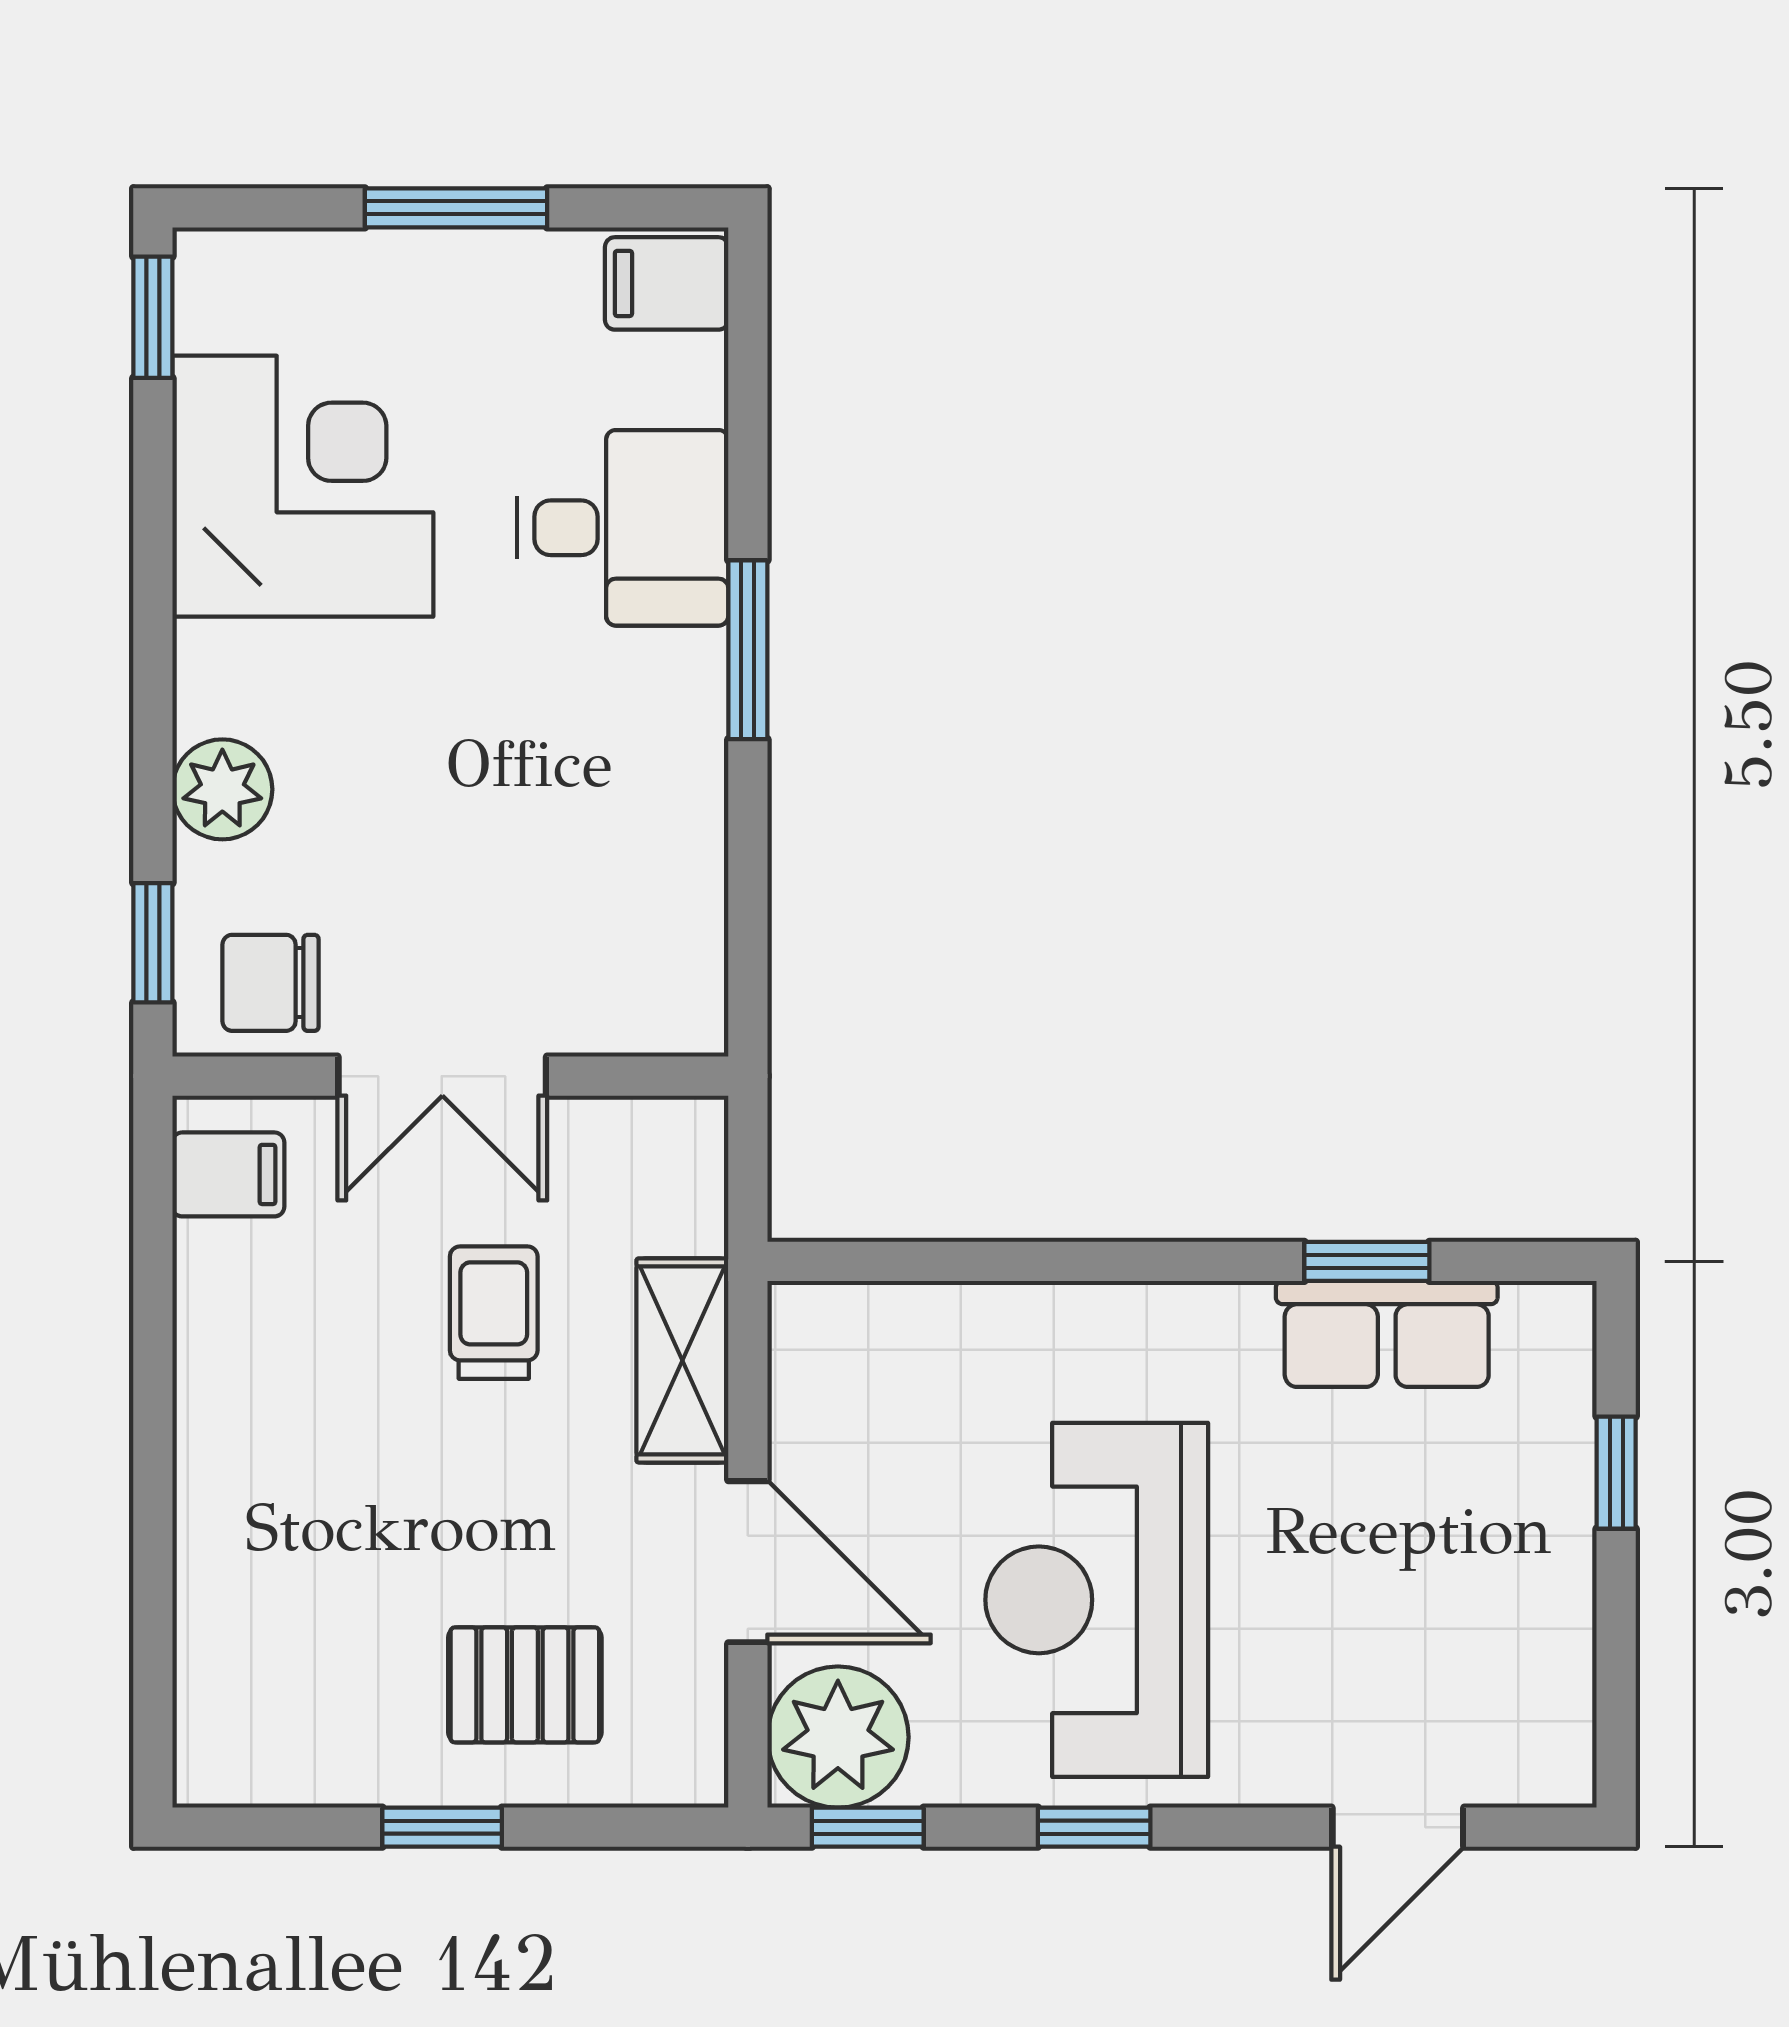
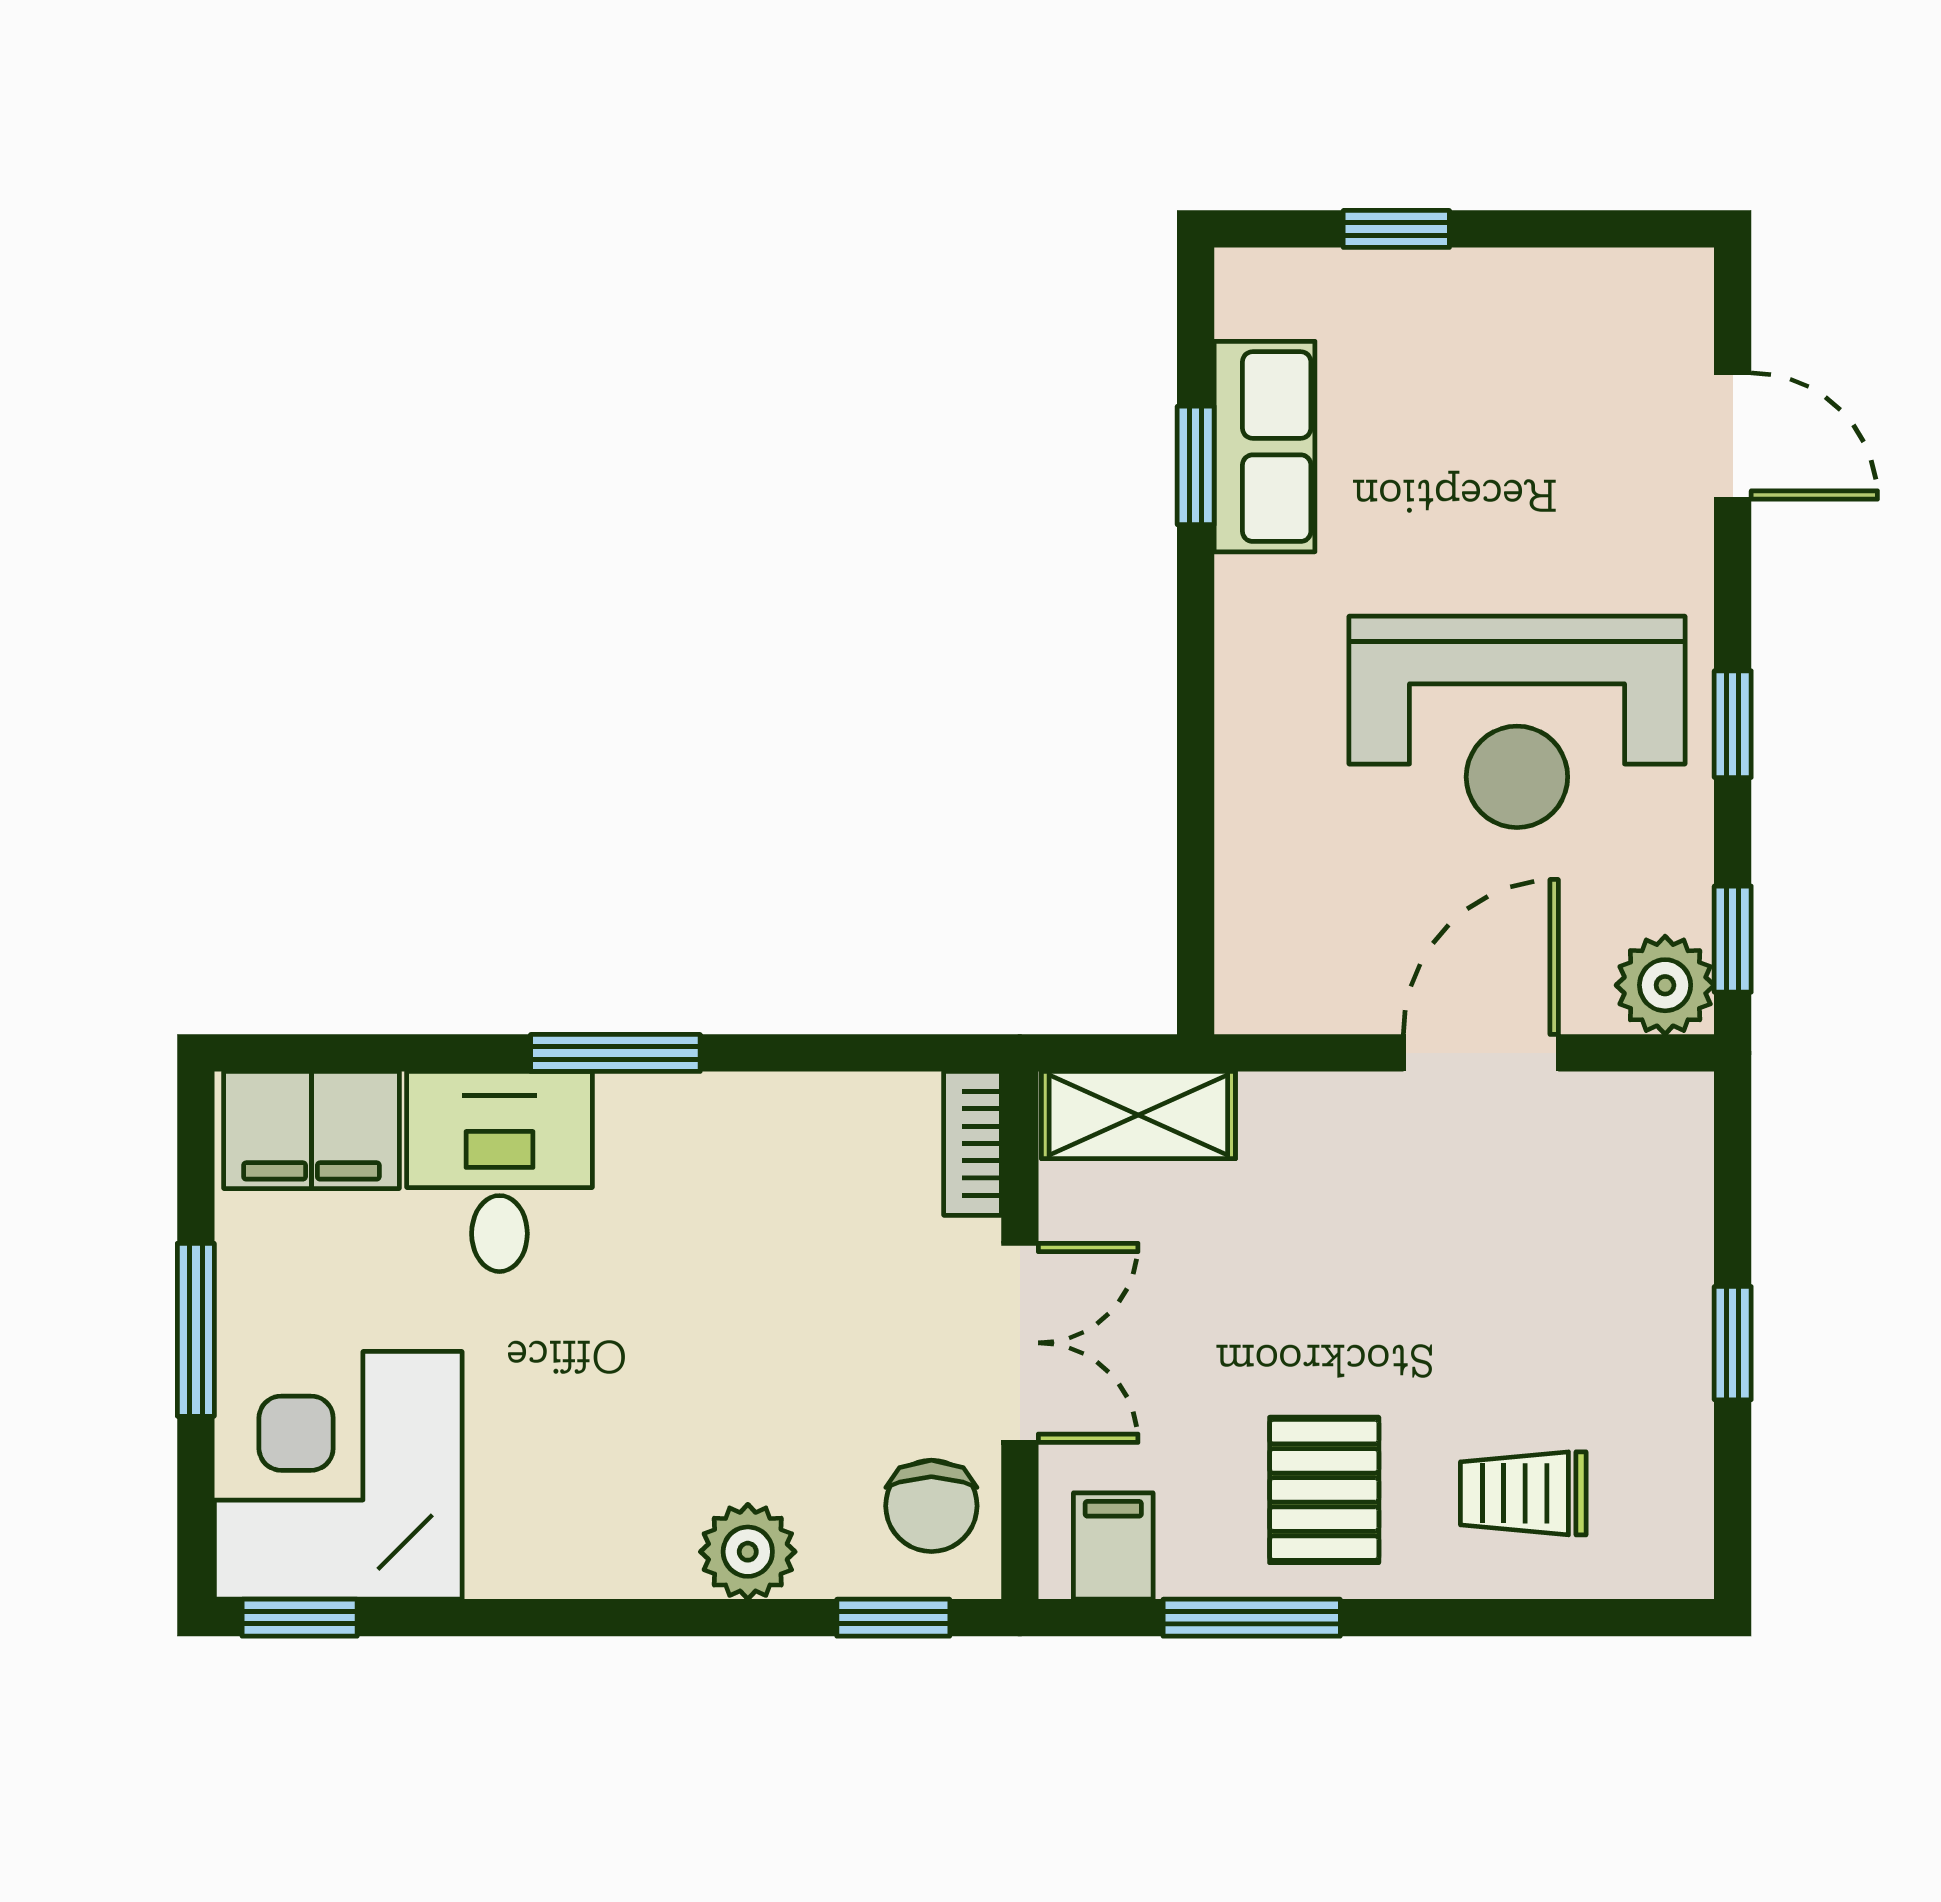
filing cabinet: (667, 283) -> (311, 1130), width x2.00
corner desk: (303, 486) -> (338, 1475), moved
bookcase: (653, 1026) -> (973, 1143), added
trolley: (494, 1313) -> (1523, 1493), moved
window: (153, 1320) -> (1252, 1618), added
shelving: (682, 1360) -> (1138, 1115), moved
pallet: (525, 1685) -> (1324, 1490), moved
plant: (838, 1737) -> (1665, 985), width x0.73, depth x0.73

